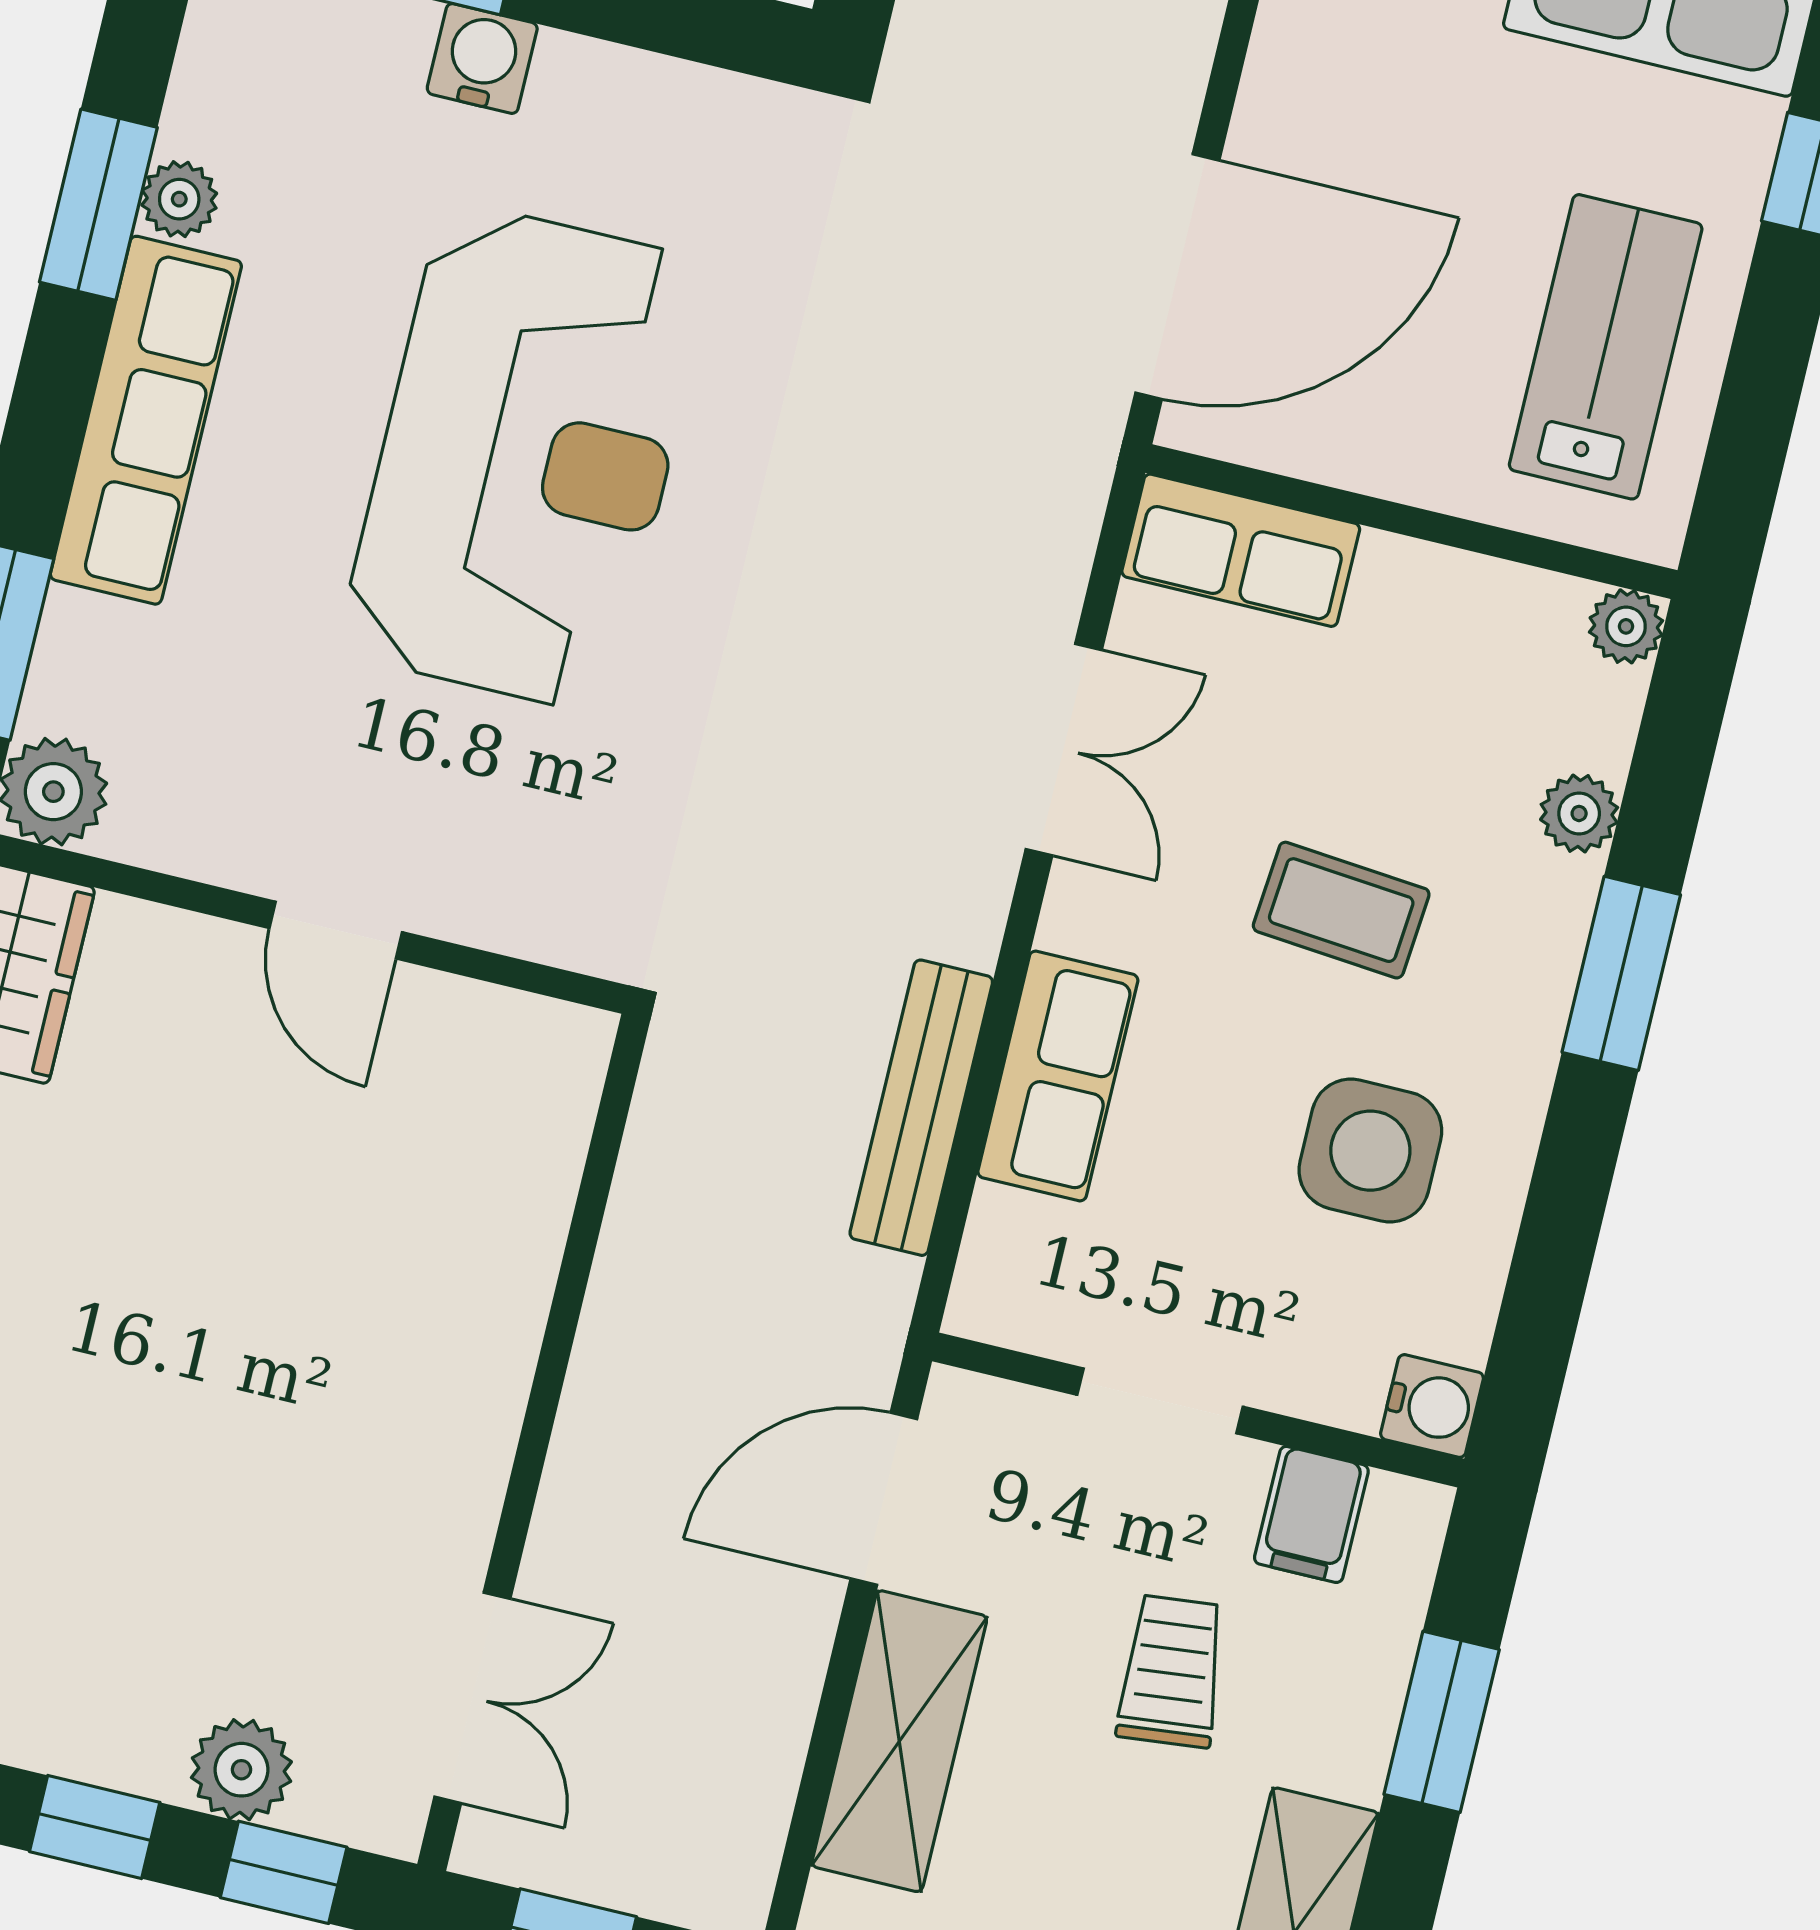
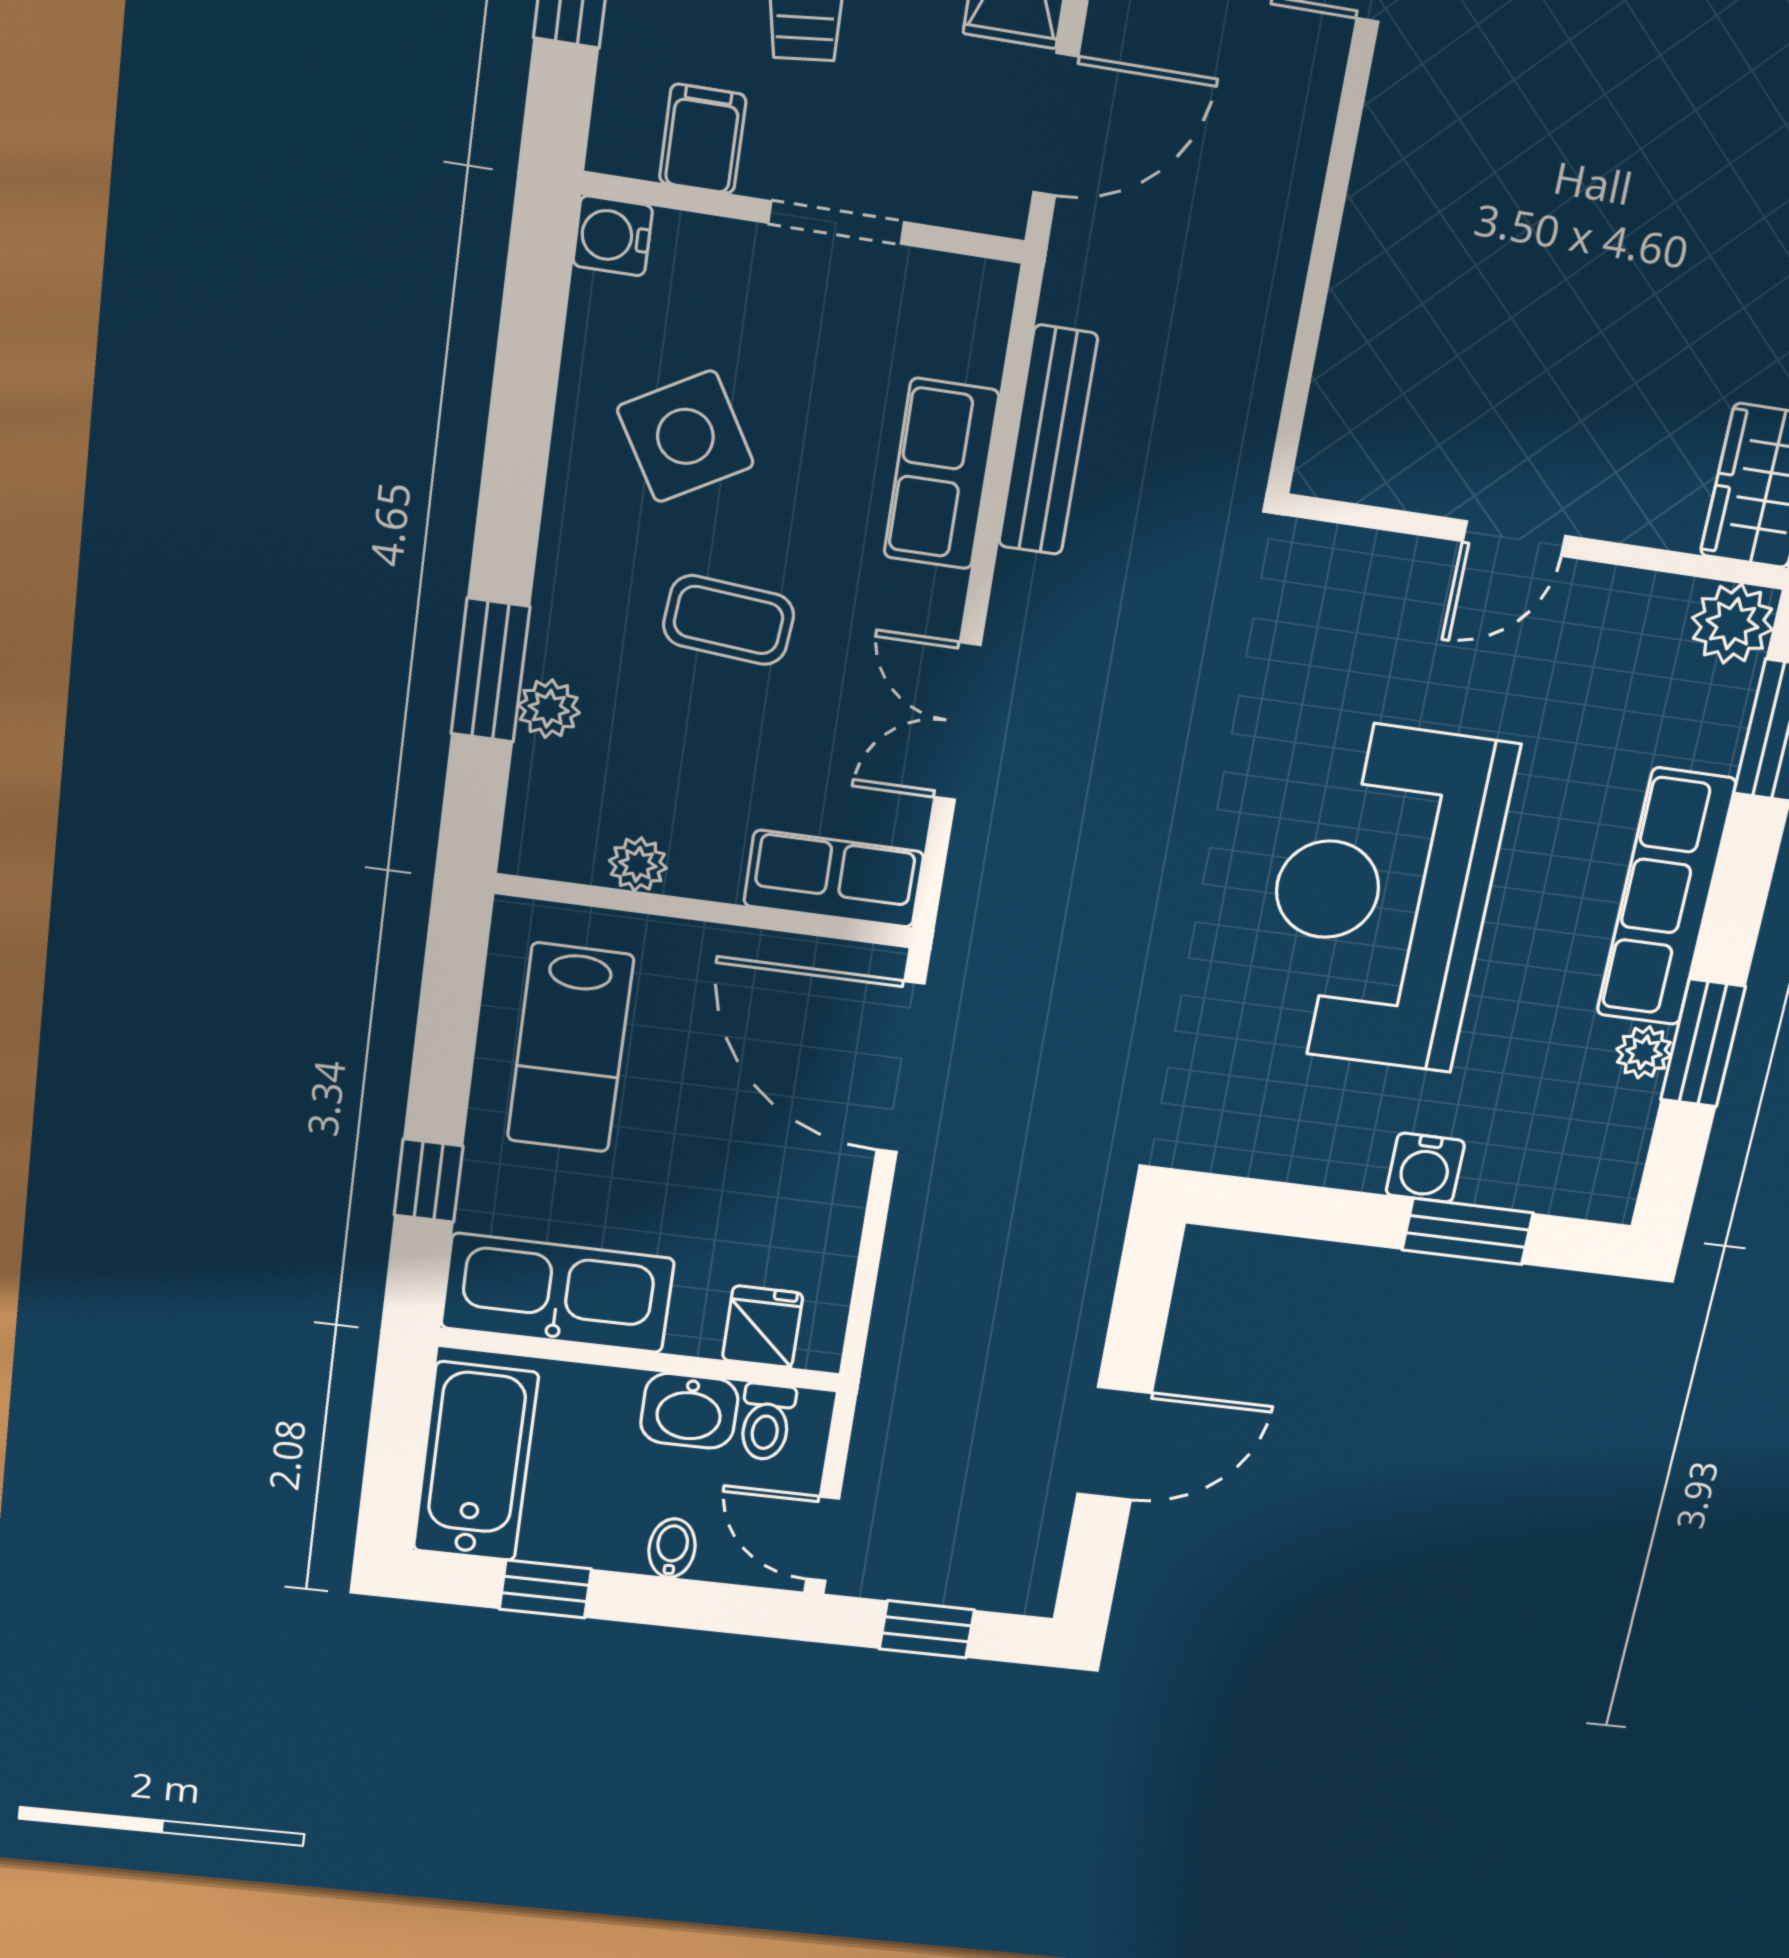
door: (1177, 277) -> (900, 1067), hinge flipped
plant: (1626, 626) -> (638, 864), moved
door: (336, 930) -> (1514, 538), swing flipped
window: (1621, 973) -> (490, 670), moved
side table: (1370, 1151) -> (685, 436), turned -30

